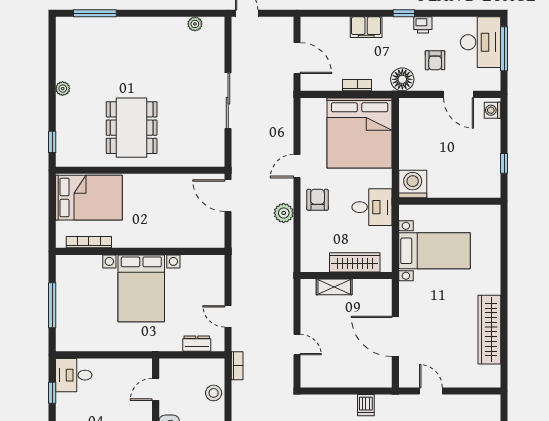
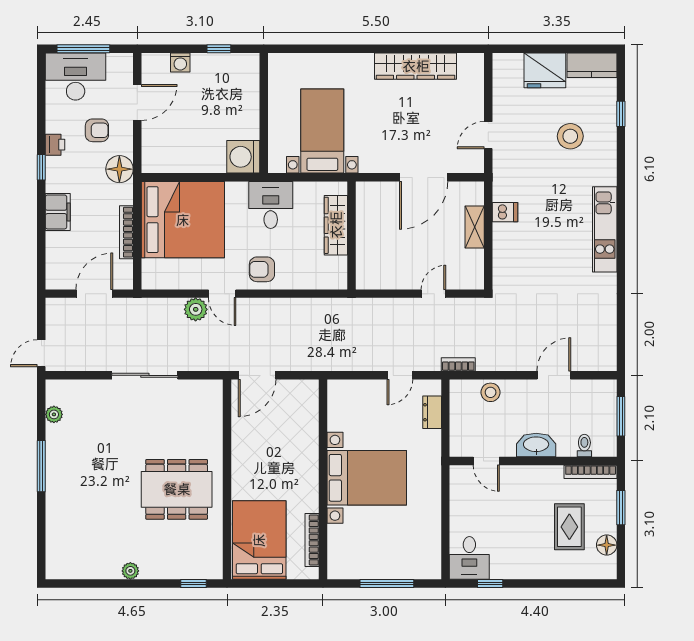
window: (95, 13) -> (41, 466), moved
bookcase: (357, 85) -> (126, 232), width x1.56
washing machine: (492, 110) -> (180, 62), moved
plant: (284, 213) -> (196, 309), moved
shelving: (334, 287) -> (475, 227), moved

